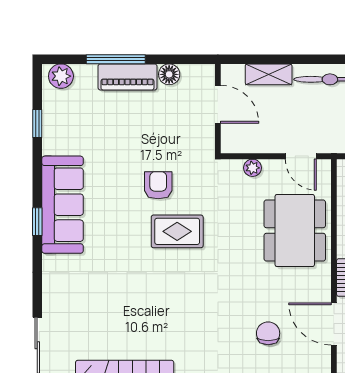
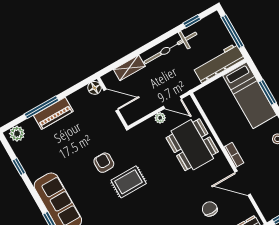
floor lamp: (169, 74) -> (94, 88), moved
plant: (253, 168) -> (160, 118), moved

